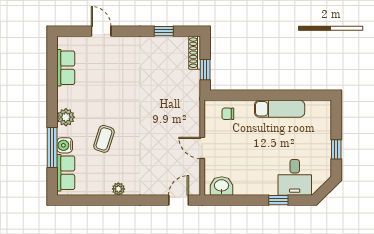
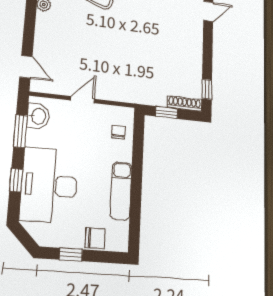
window: (164, 31) -> (207, 89), moved
chair: (322, 129) -> (95, 238), added
desk: (295, 177) -> (49, 185), width x1.87, depth x1.30
window: (236, 200) -> (20, 131), added

